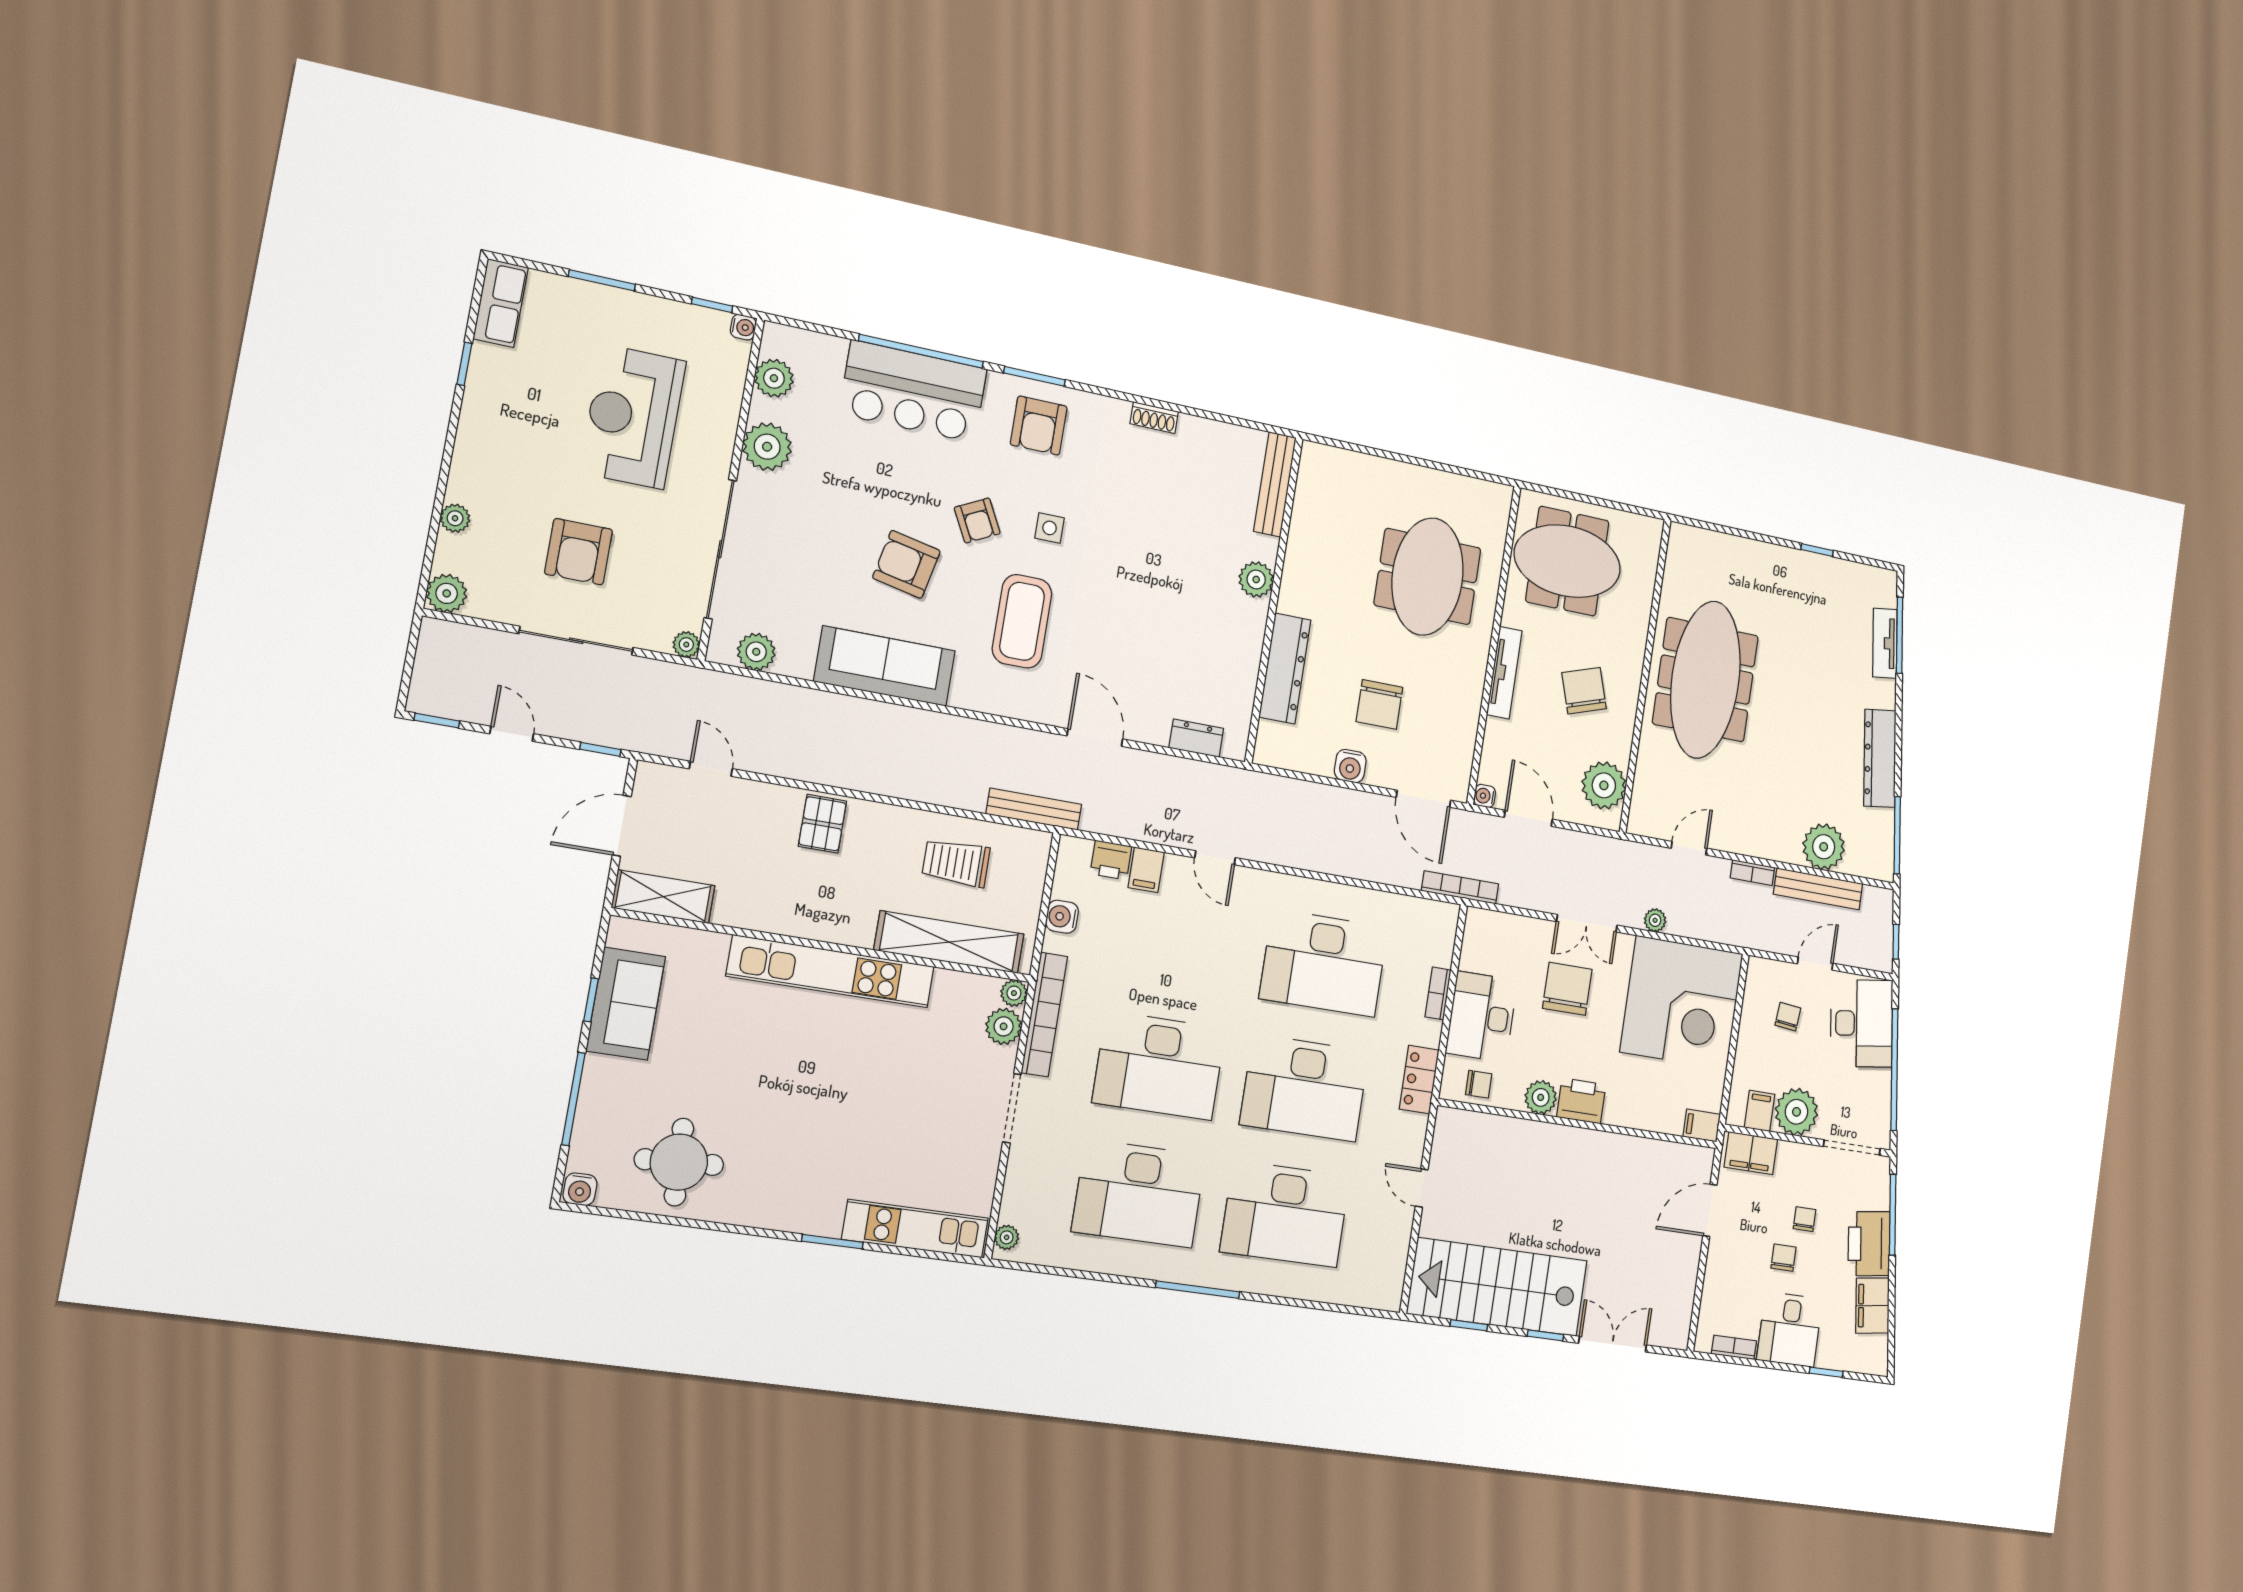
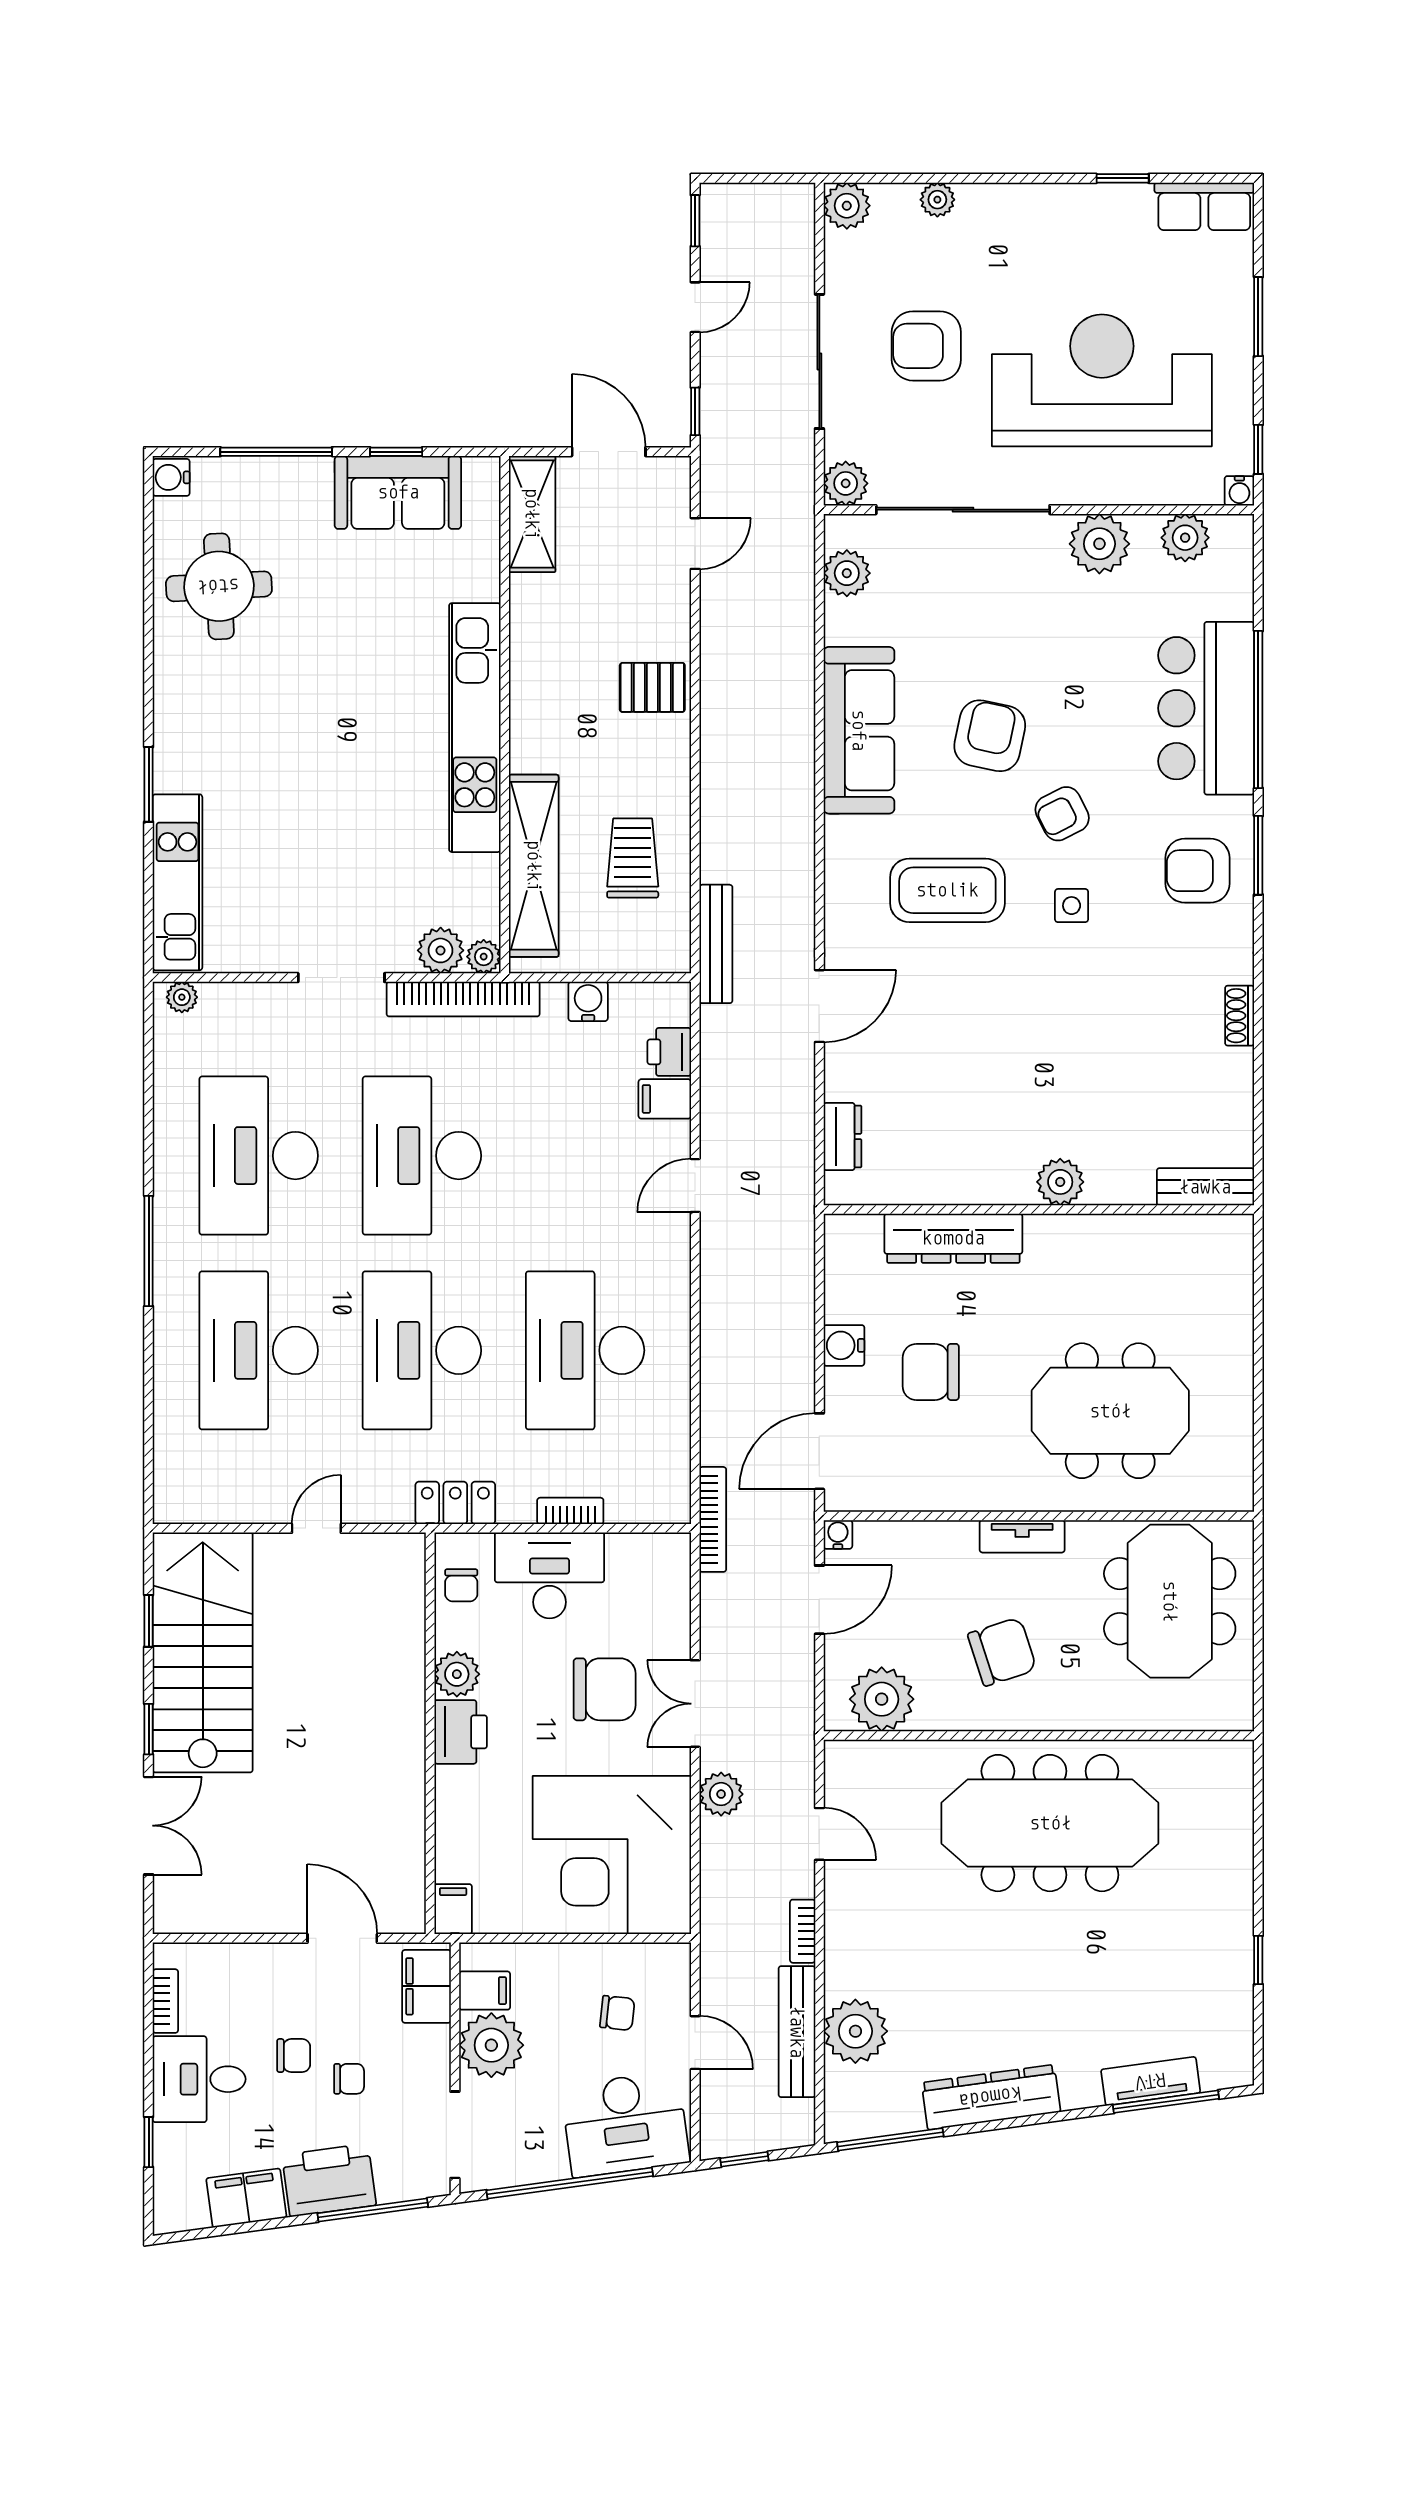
reception desk: (633, 417) -> (1102, 380), width x1.36, depth x1.30
bench: (1275, 484) -> (1205, 1187), width x0.73
plant: (686, 645) -> (846, 483), width x1.38, depth x1.38
tv unit: (1504, 673) -> (1022, 1536), width x0.71
plant: (1655, 920) -> (721, 1794), width x1.38, depth x1.38

